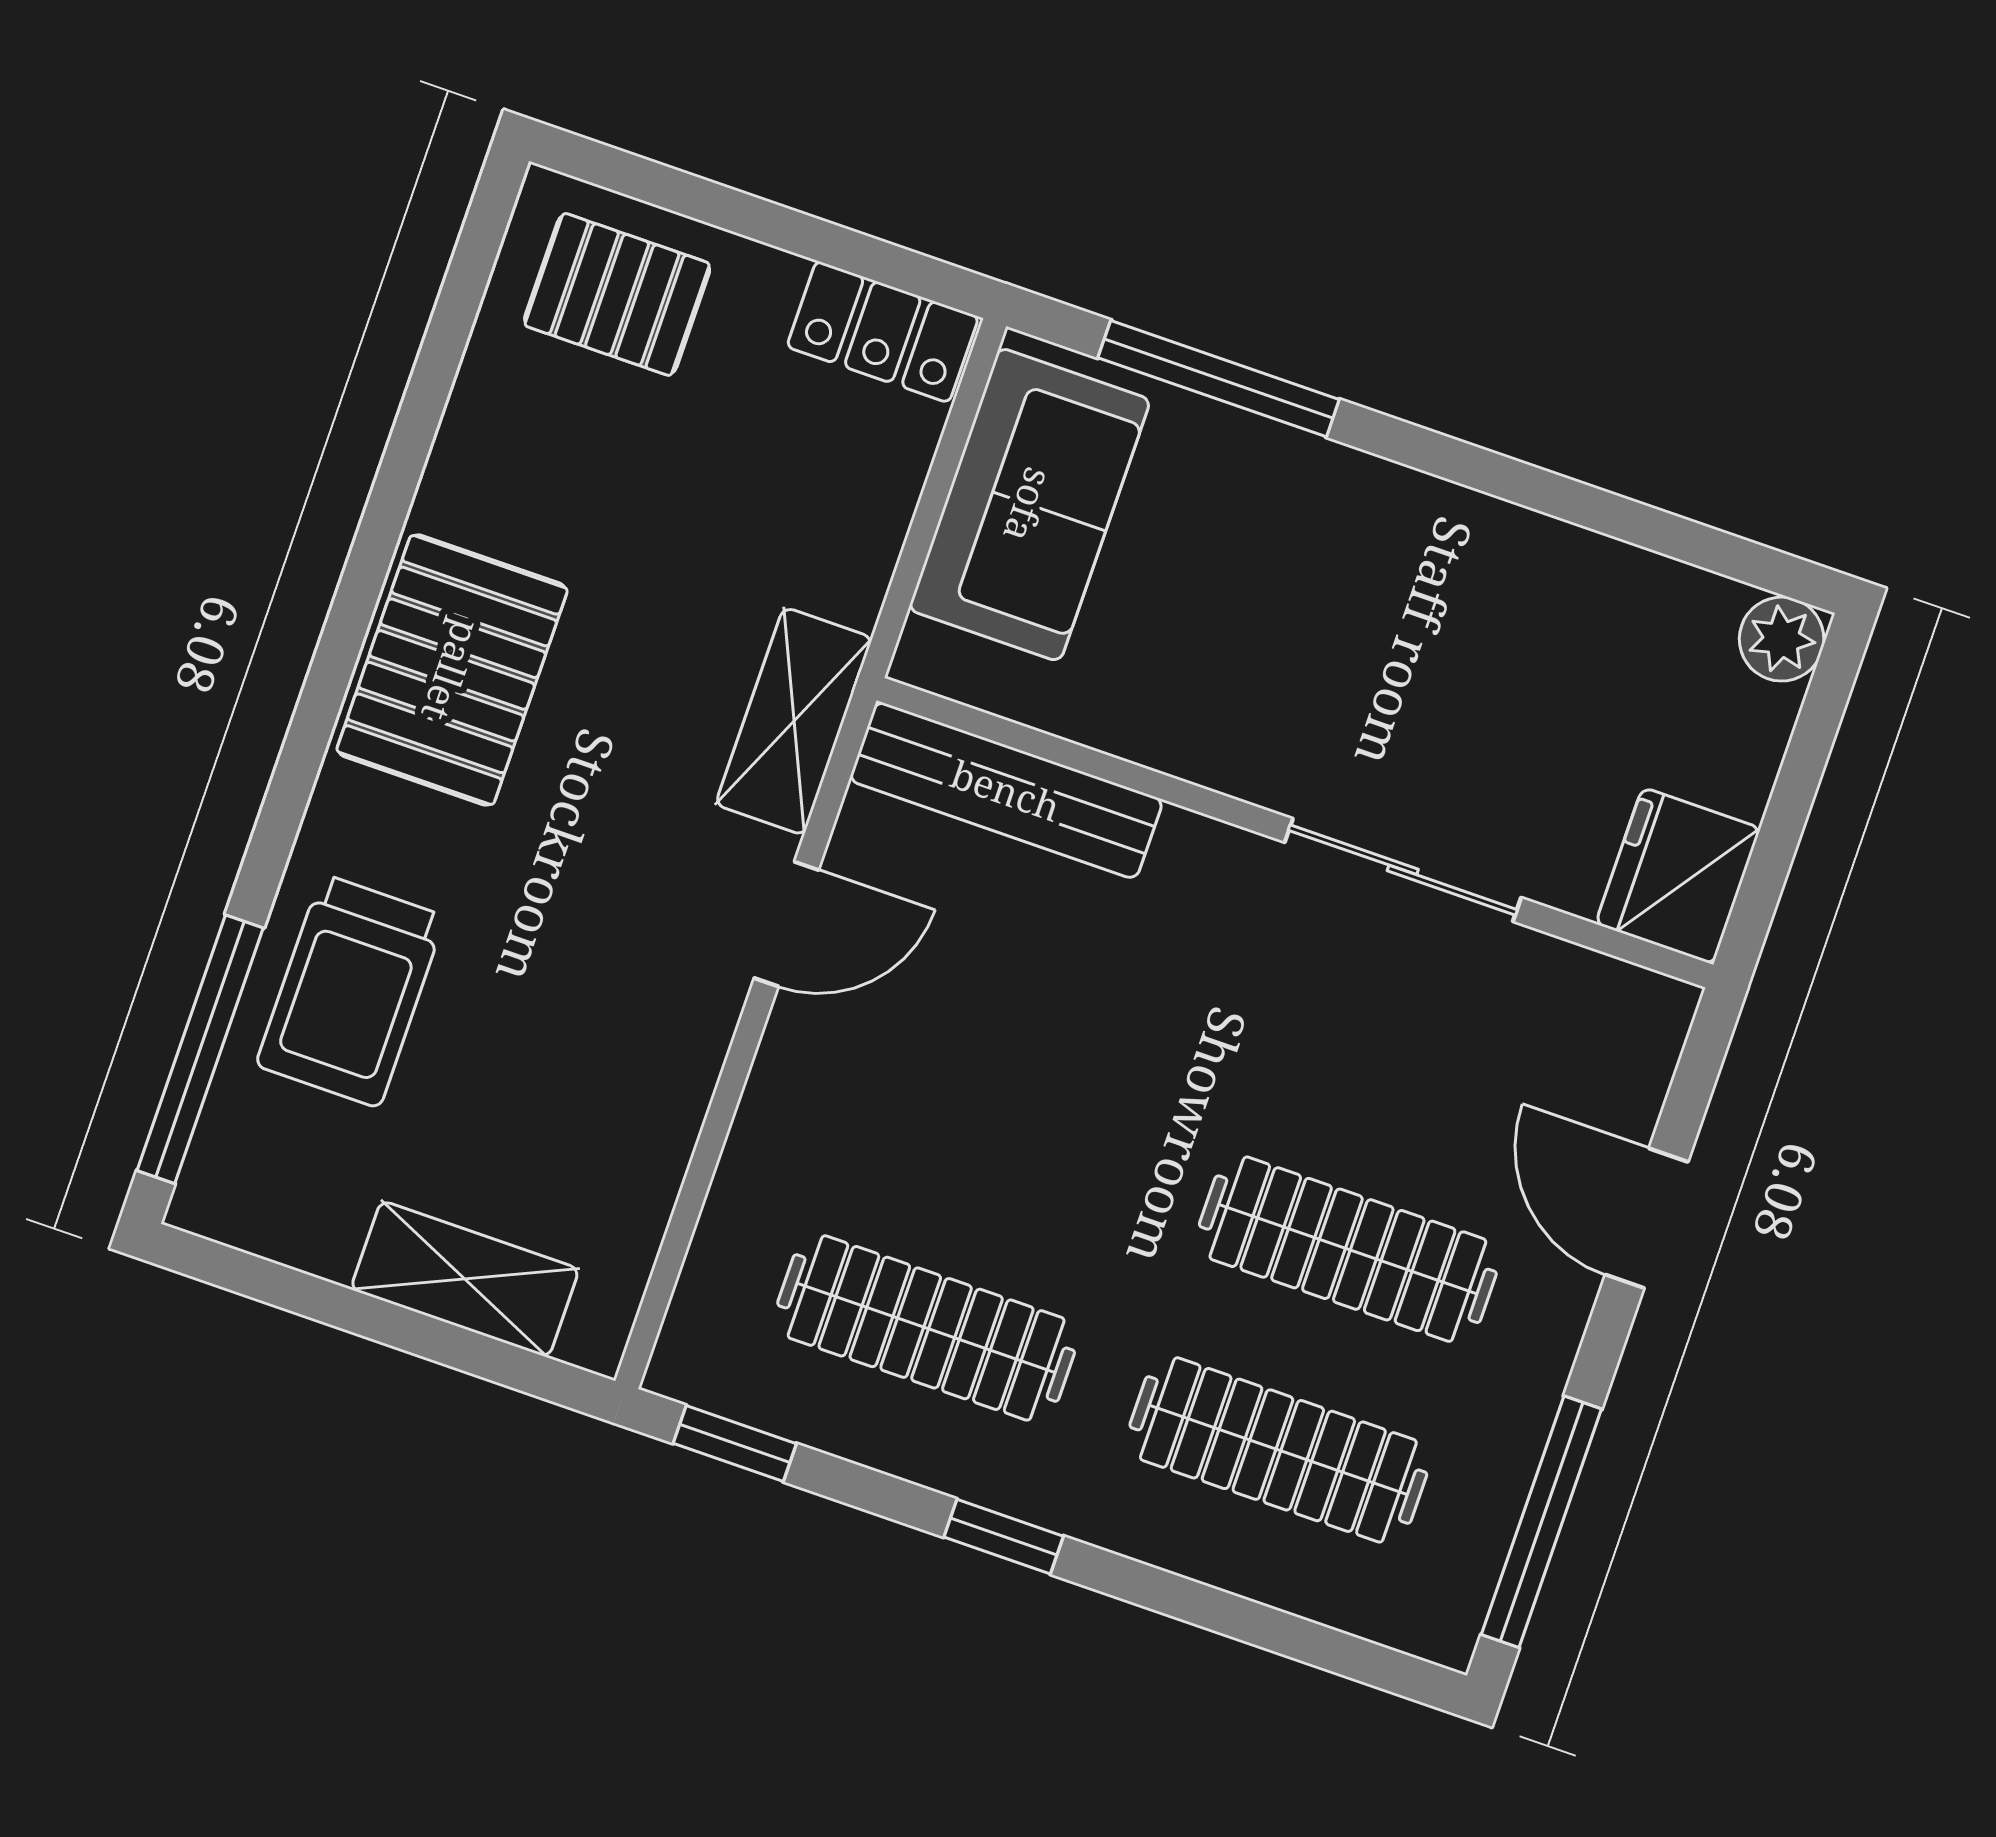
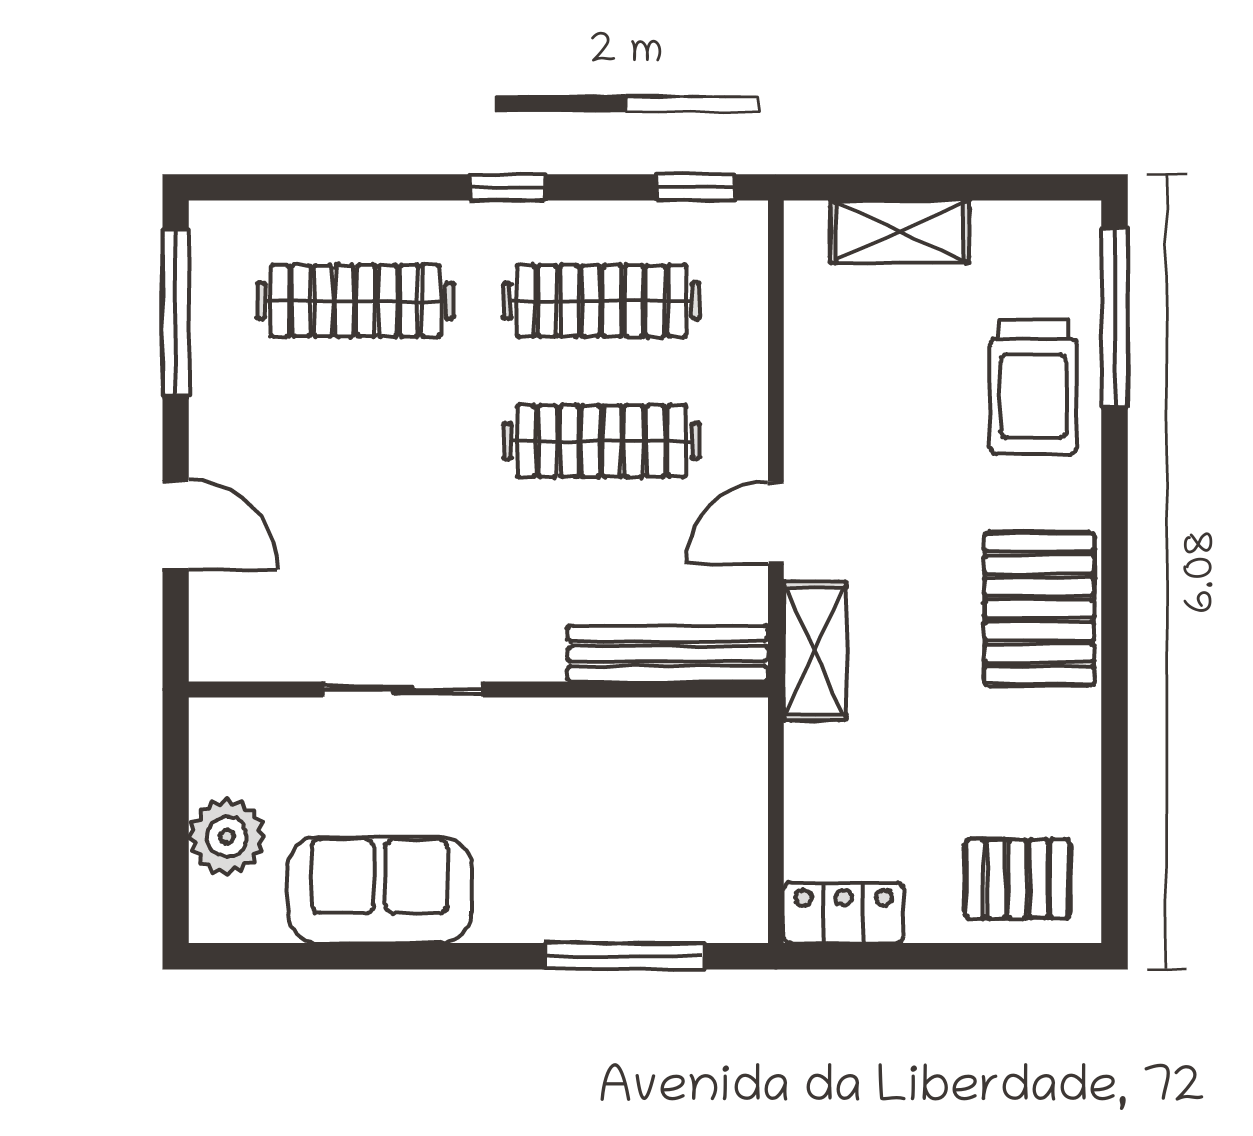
sofa: (1029, 505) -> (380, 890), moved, turned 90
plant: (1782, 639) -> (227, 837), moved, width x1.38, depth x1.38
fridge: (1678, 876) -> (230, 745), removed
trolley: (351, 991) -> (1033, 387), turned 180
clothes rail: (1348, 1249) -> (601, 441), moved

